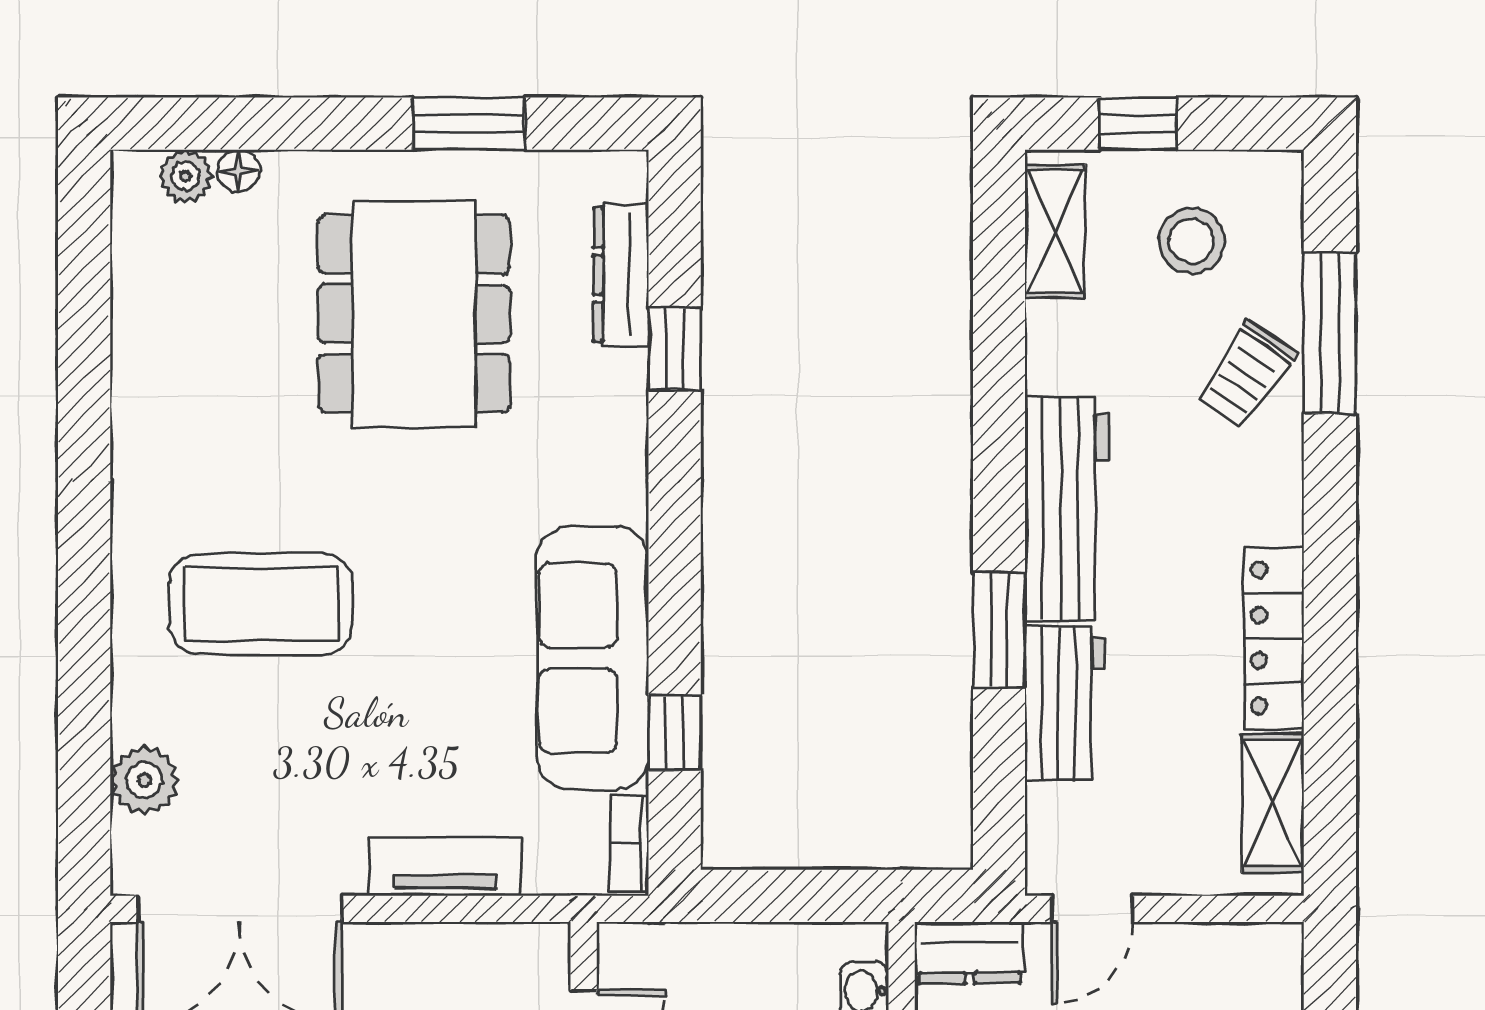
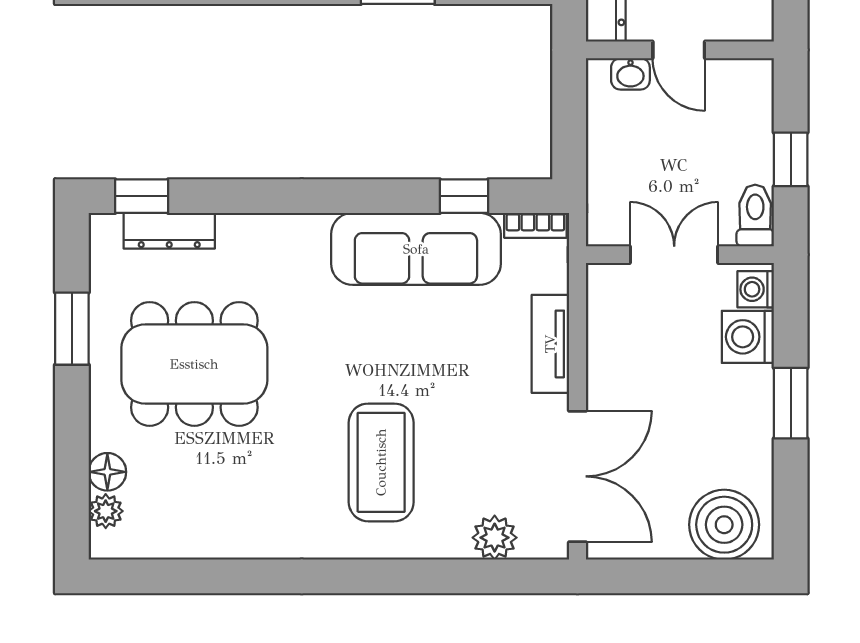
floor lamp: (239, 171) -> (107, 472), width x1.37, depth x1.37
window: (675, 349) -> (142, 196), moved

